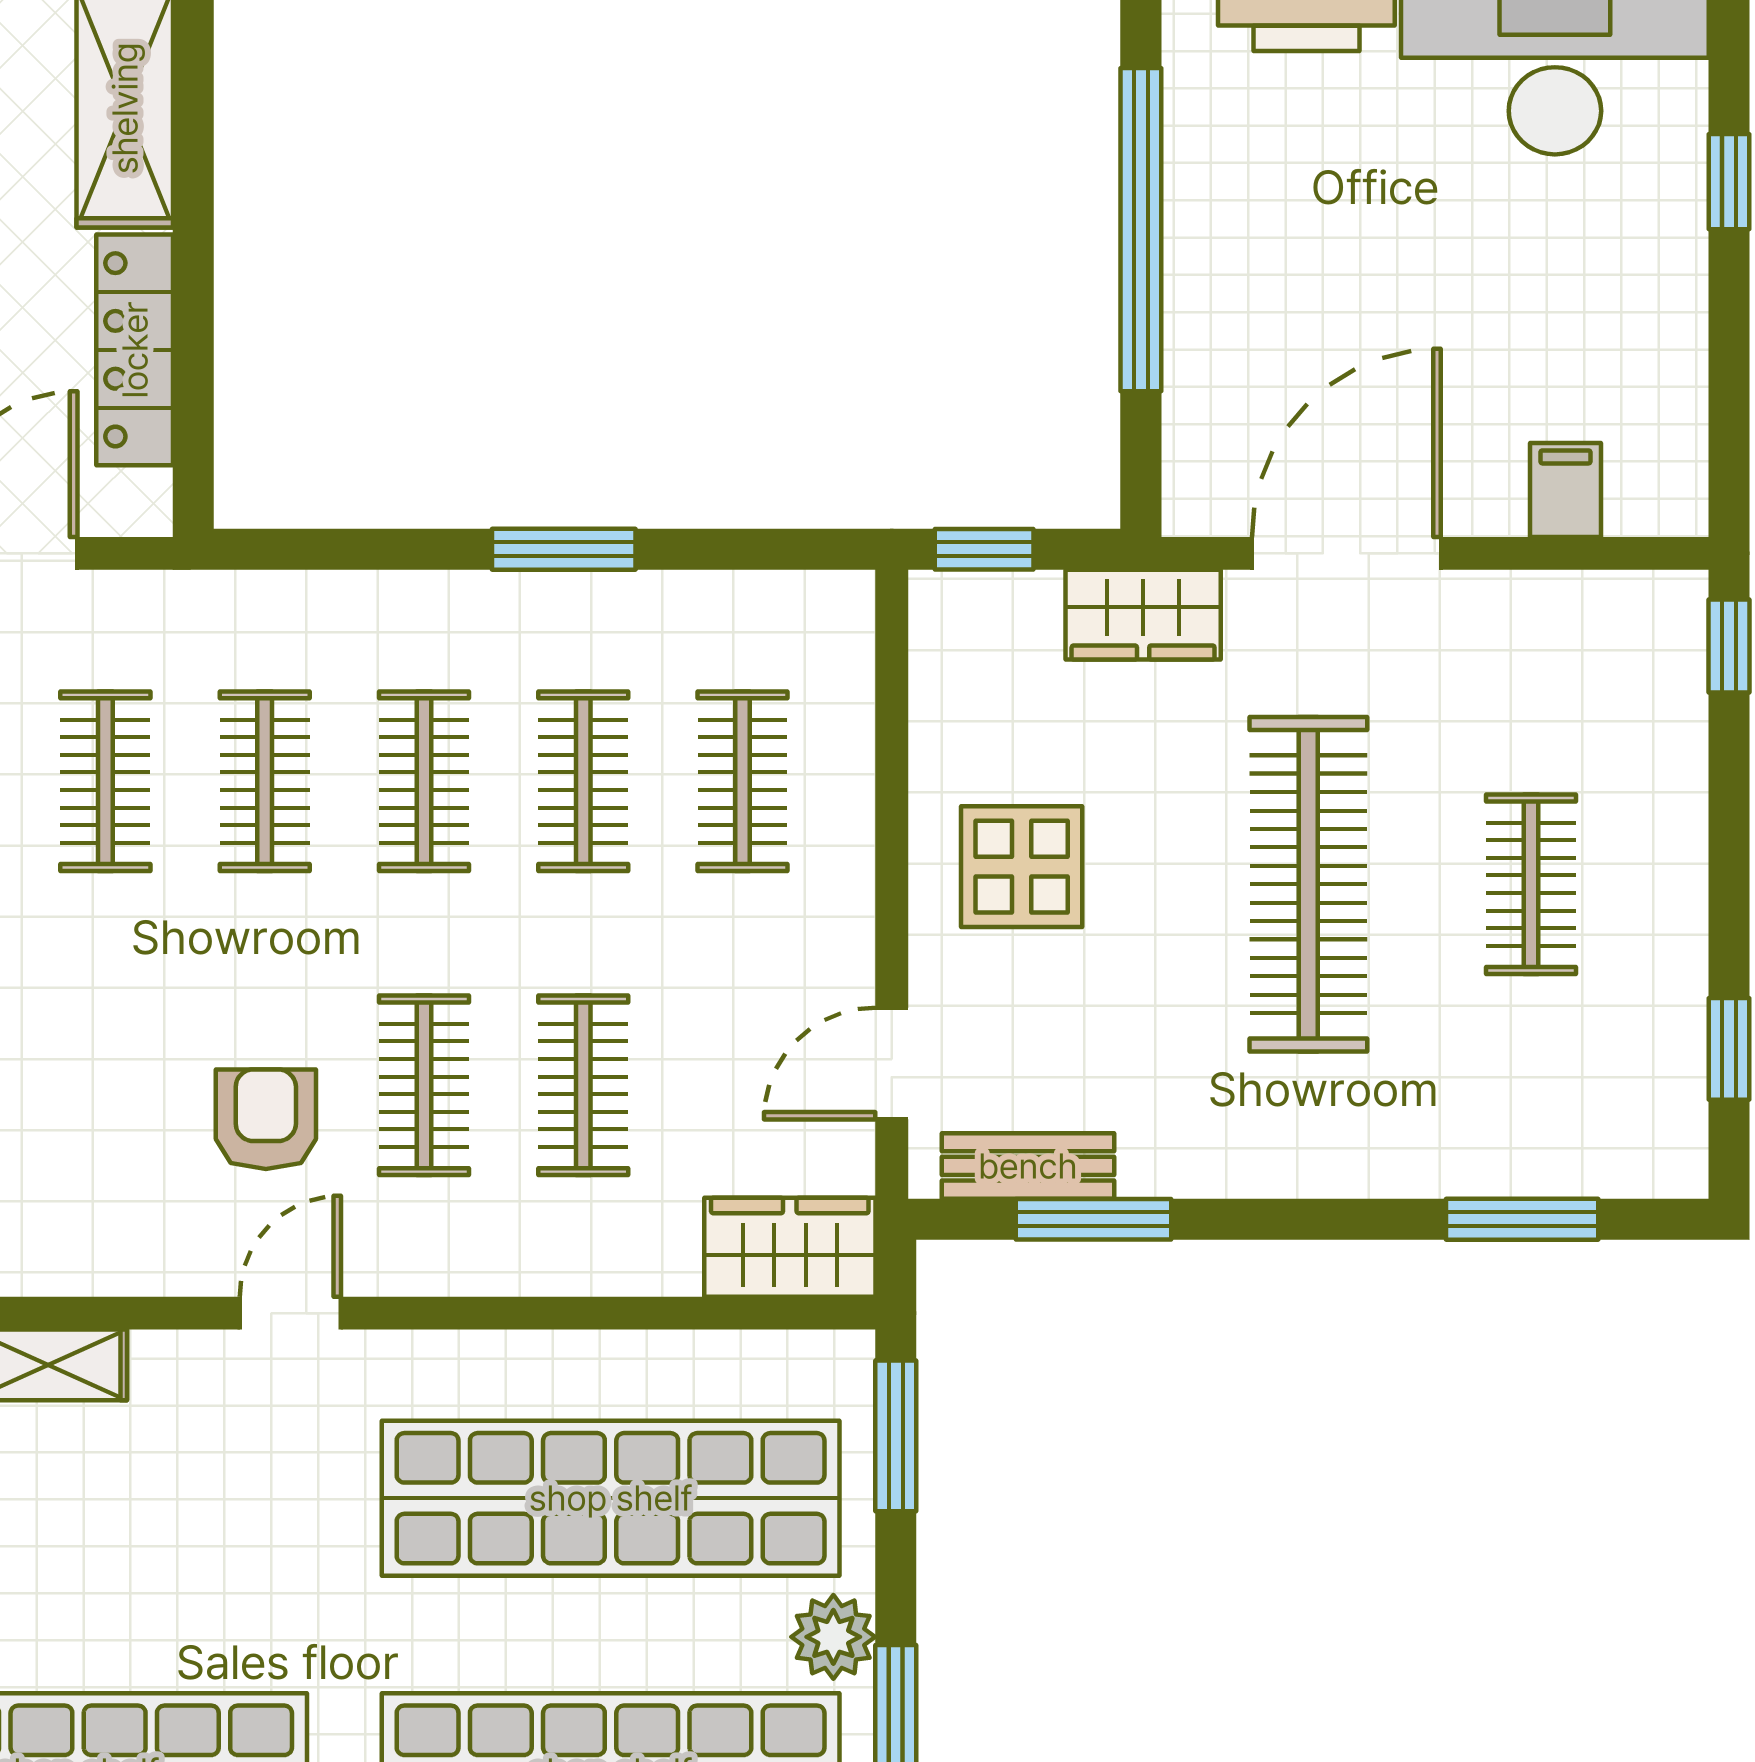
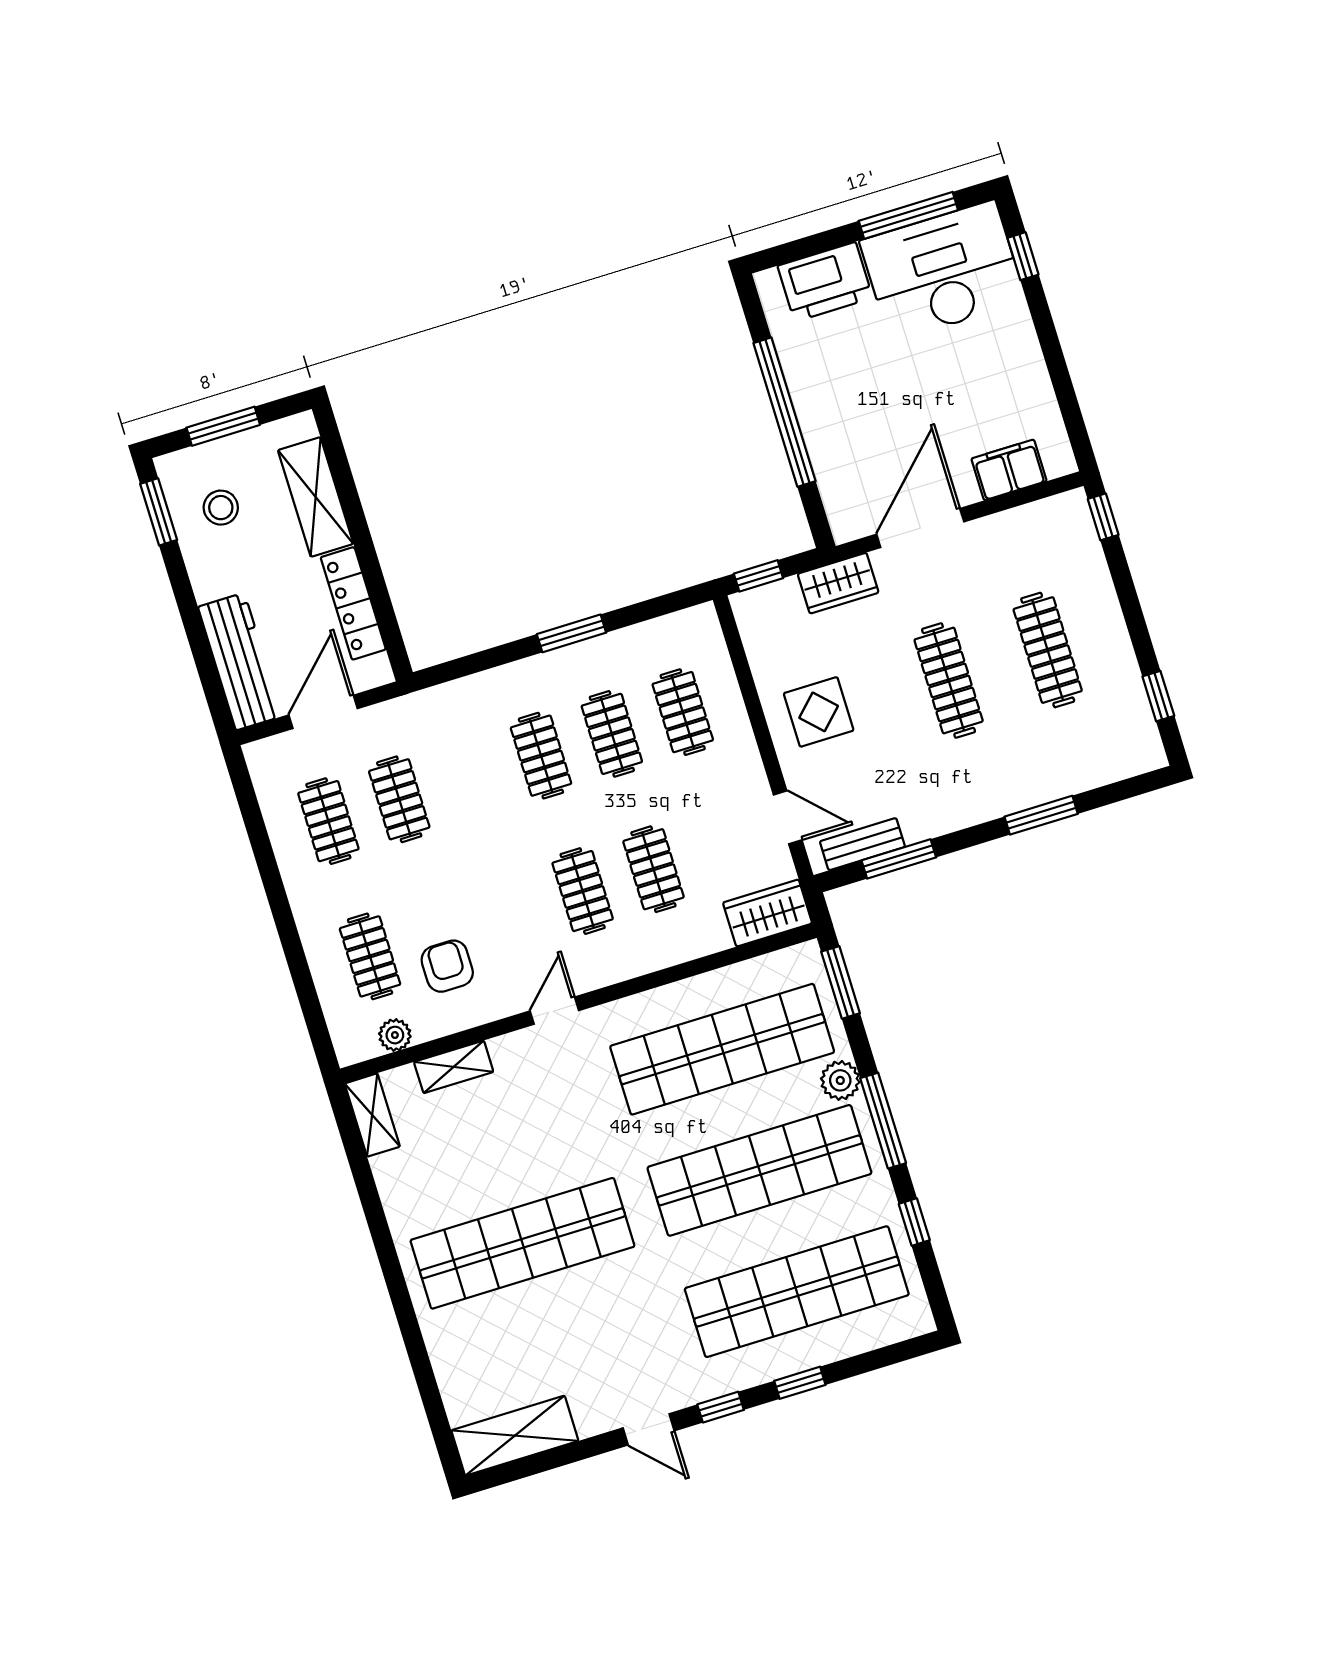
window: (1729, 182) -> (1023, 256), moved
filing cabinet: (1565, 490) -> (1009, 470), width x2.00
clothes rail: (265, 781) -> (470, 777), removed
clothes rail: (1308, 884) -> (949, 681), width x0.73, depth x0.76
clothes rail: (1531, 884) -> (1048, 650), width x1.36
door: (892, 1064) -> (788, 817), swing flipped
armchair: (266, 1119) -> (447, 966), moved
window: (1522, 1219) -> (1041, 815), moved

